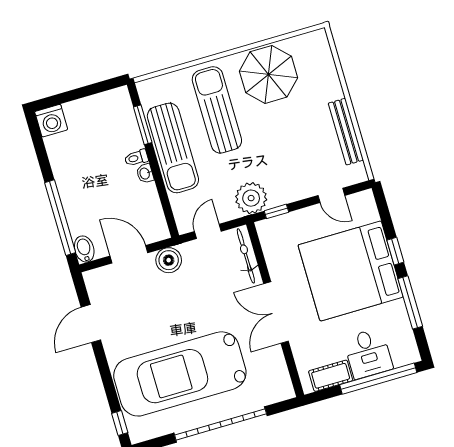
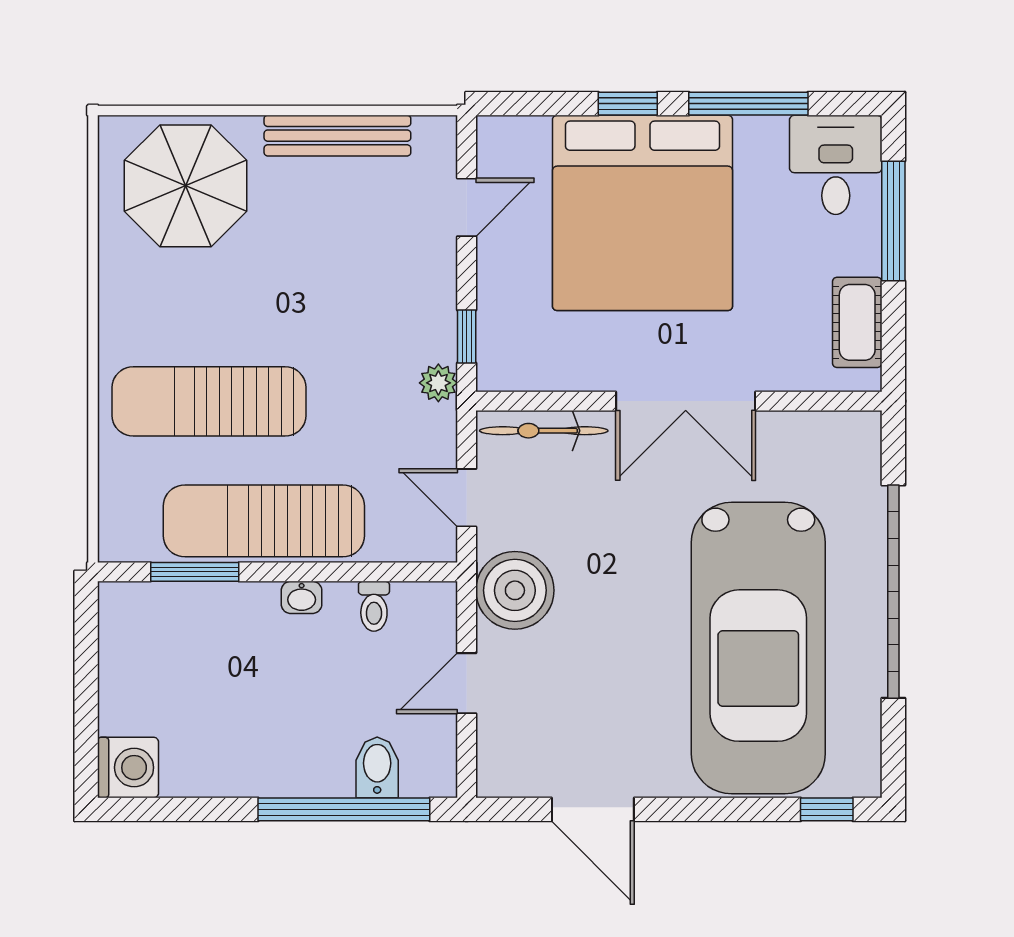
parasol: (269, 74) -> (186, 186), moved
sun lounger: (173, 148) -> (264, 521), turned 180
toilet: (136, 158) -> (374, 606), moved
plant: (251, 198) -> (438, 383), width x0.53, depth x0.53
bidet: (84, 249) -> (377, 767), moved, turned 90
door: (129, 254) -> (467, 683), width x0.73
boiler: (169, 260) -> (515, 590), width x1.37, depth x1.37
desk: (368, 353) -> (836, 165), moved, turned -90
window: (378, 379) -> (893, 221), width x0.68

